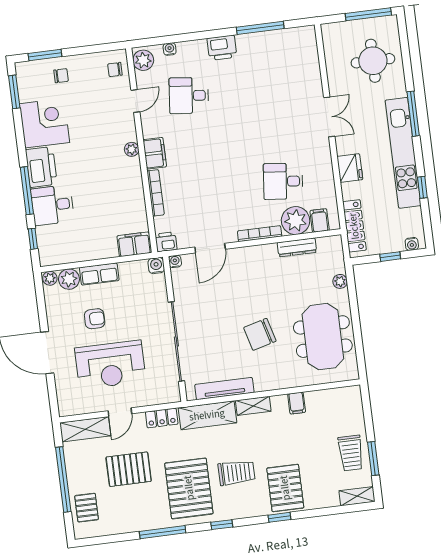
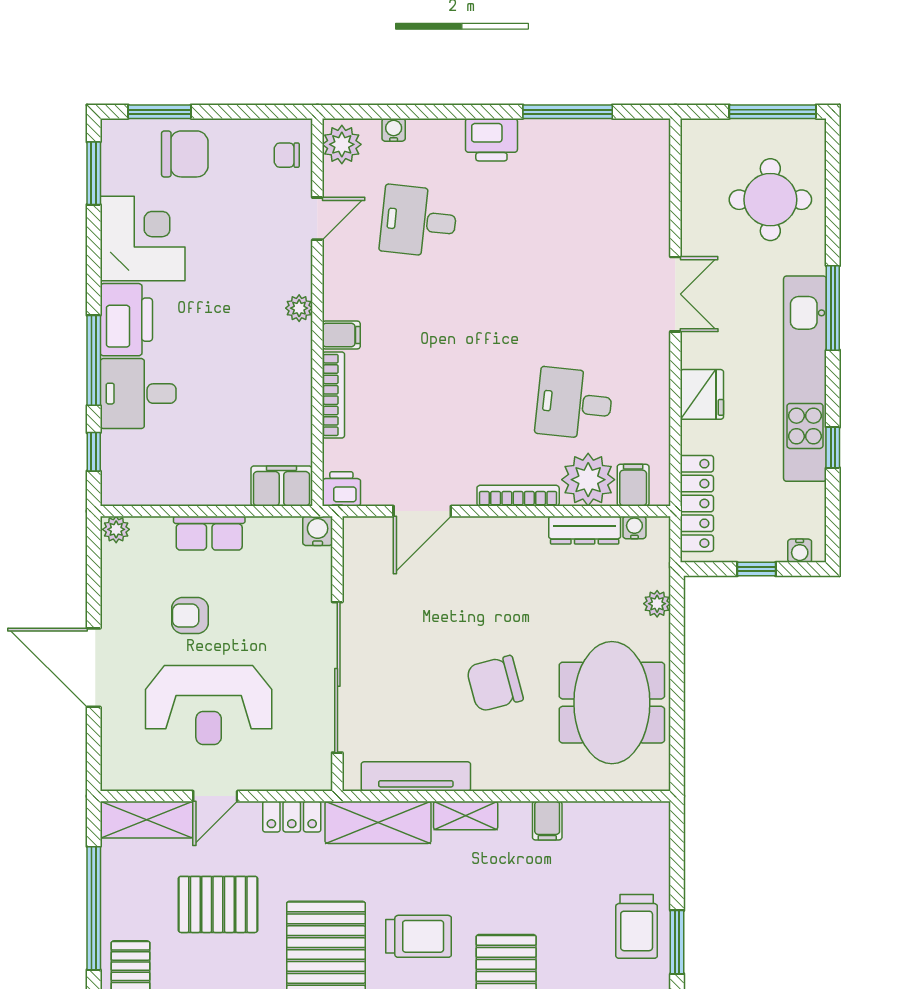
chair: (61, 76) -> (185, 154), width x1.87, depth x1.87
filing cabinet: (155, 153) -> (341, 335), width x0.50
water cooler: (175, 261) -> (634, 527), moved
plant: (69, 279) -> (151, 536), removed
armchair: (95, 319) -> (190, 616), turned 180

